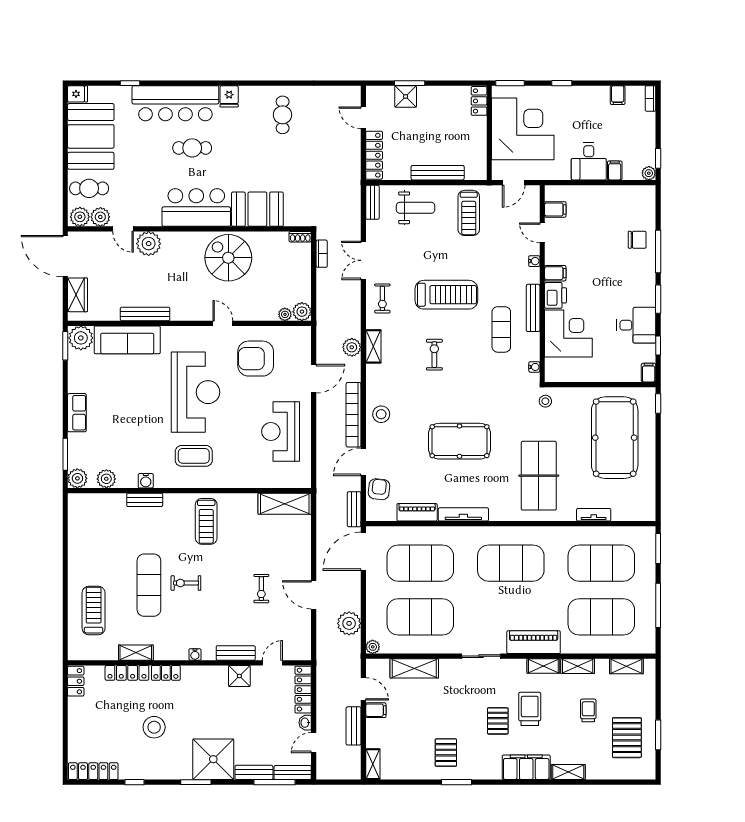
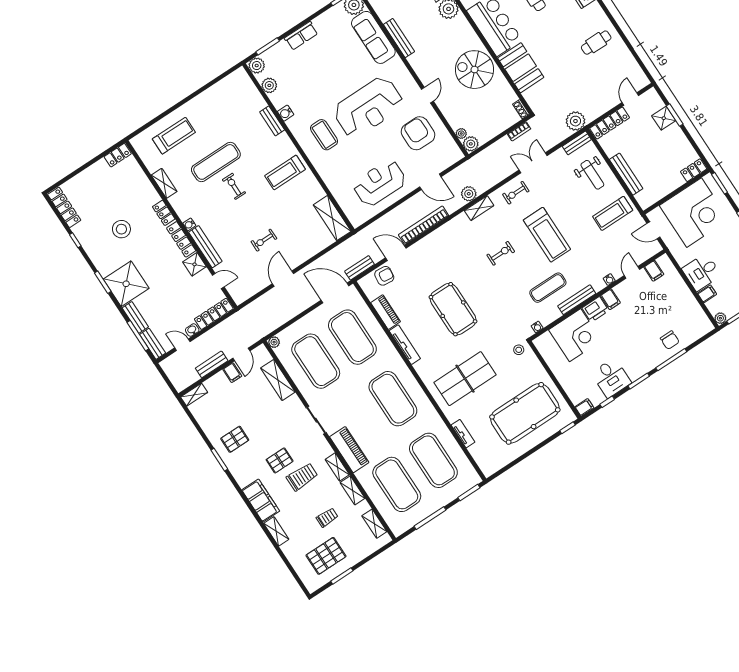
spiral stairs: (228, 258) -> (475, 70), turned -90
stool: (381, 414) -> (436, 244), removed
plant: (349, 623) -> (575, 121), moved
bench: (236, 653) -> (205, 247), width x1.36
locker: (127, 673) -> (181, 239), moved

